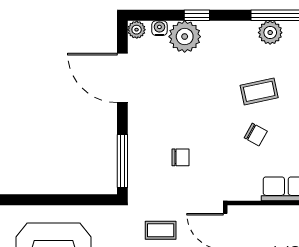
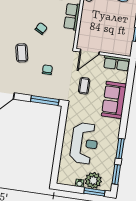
coffee table: (259, 91) -> (22, 53), moved

